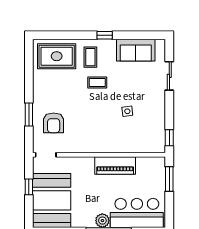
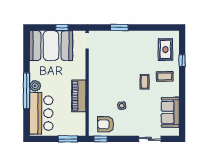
window: (105, 35) -> (182, 61), moved
rug: (57, 56) -> (165, 50), width x0.73, depth x0.70
armchair: (54, 123) -> (106, 124), moved

